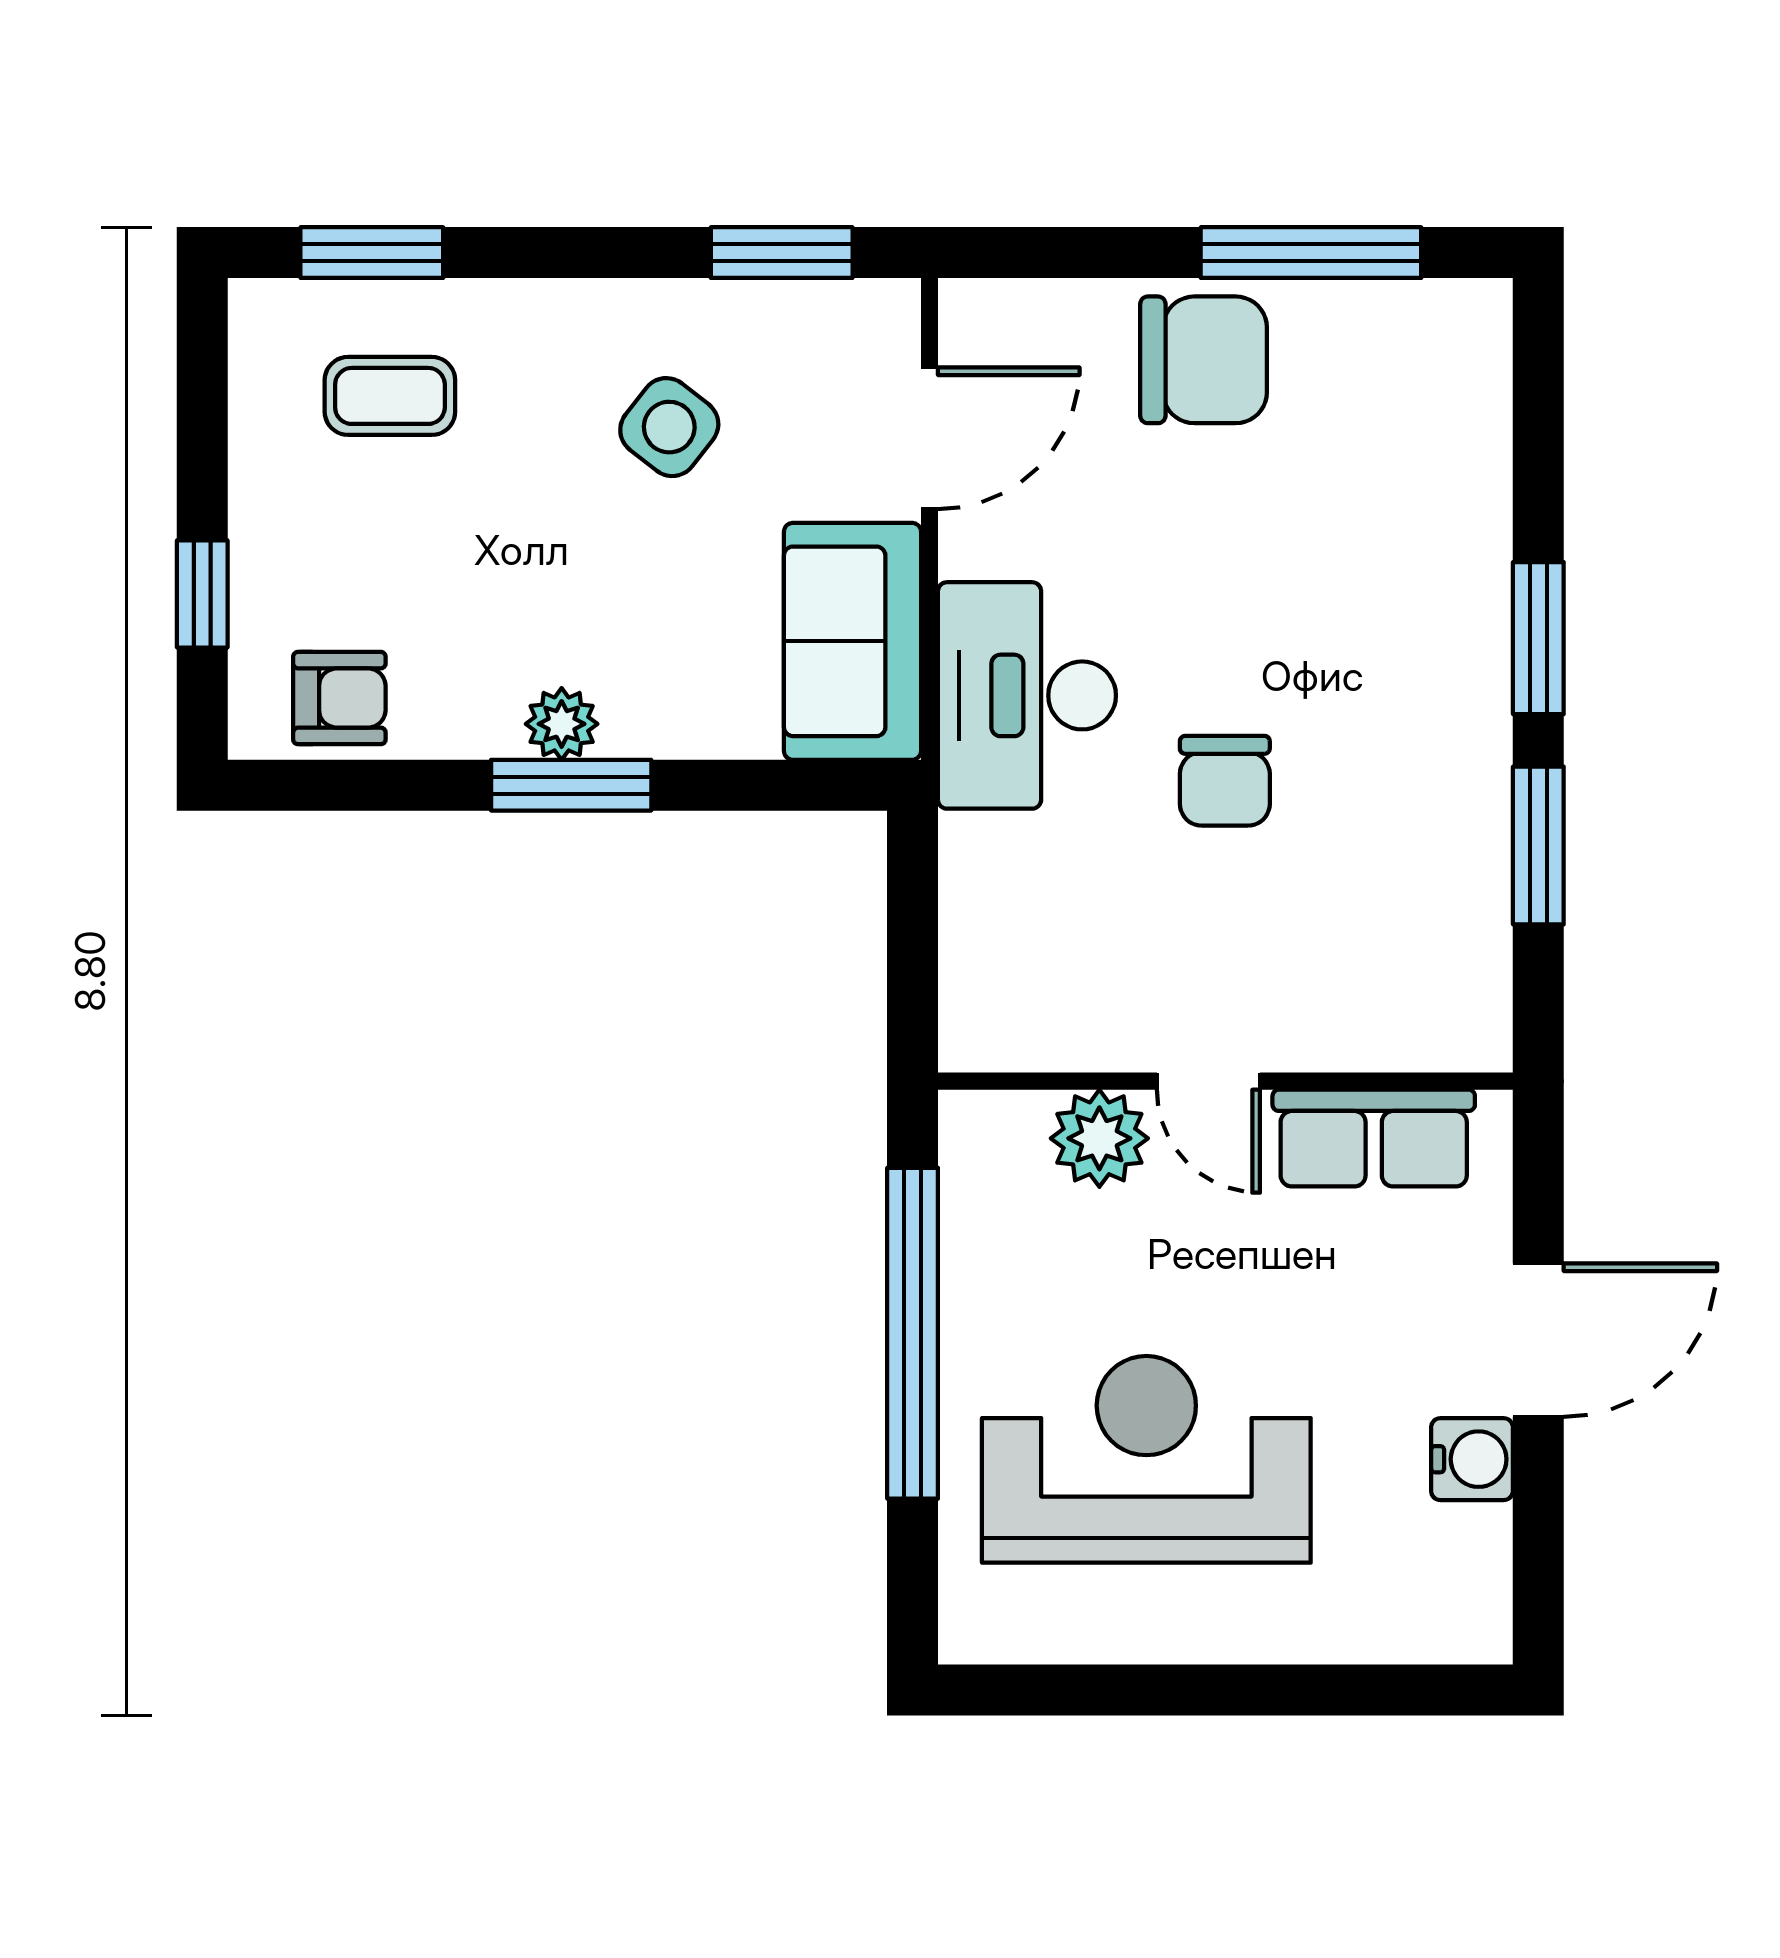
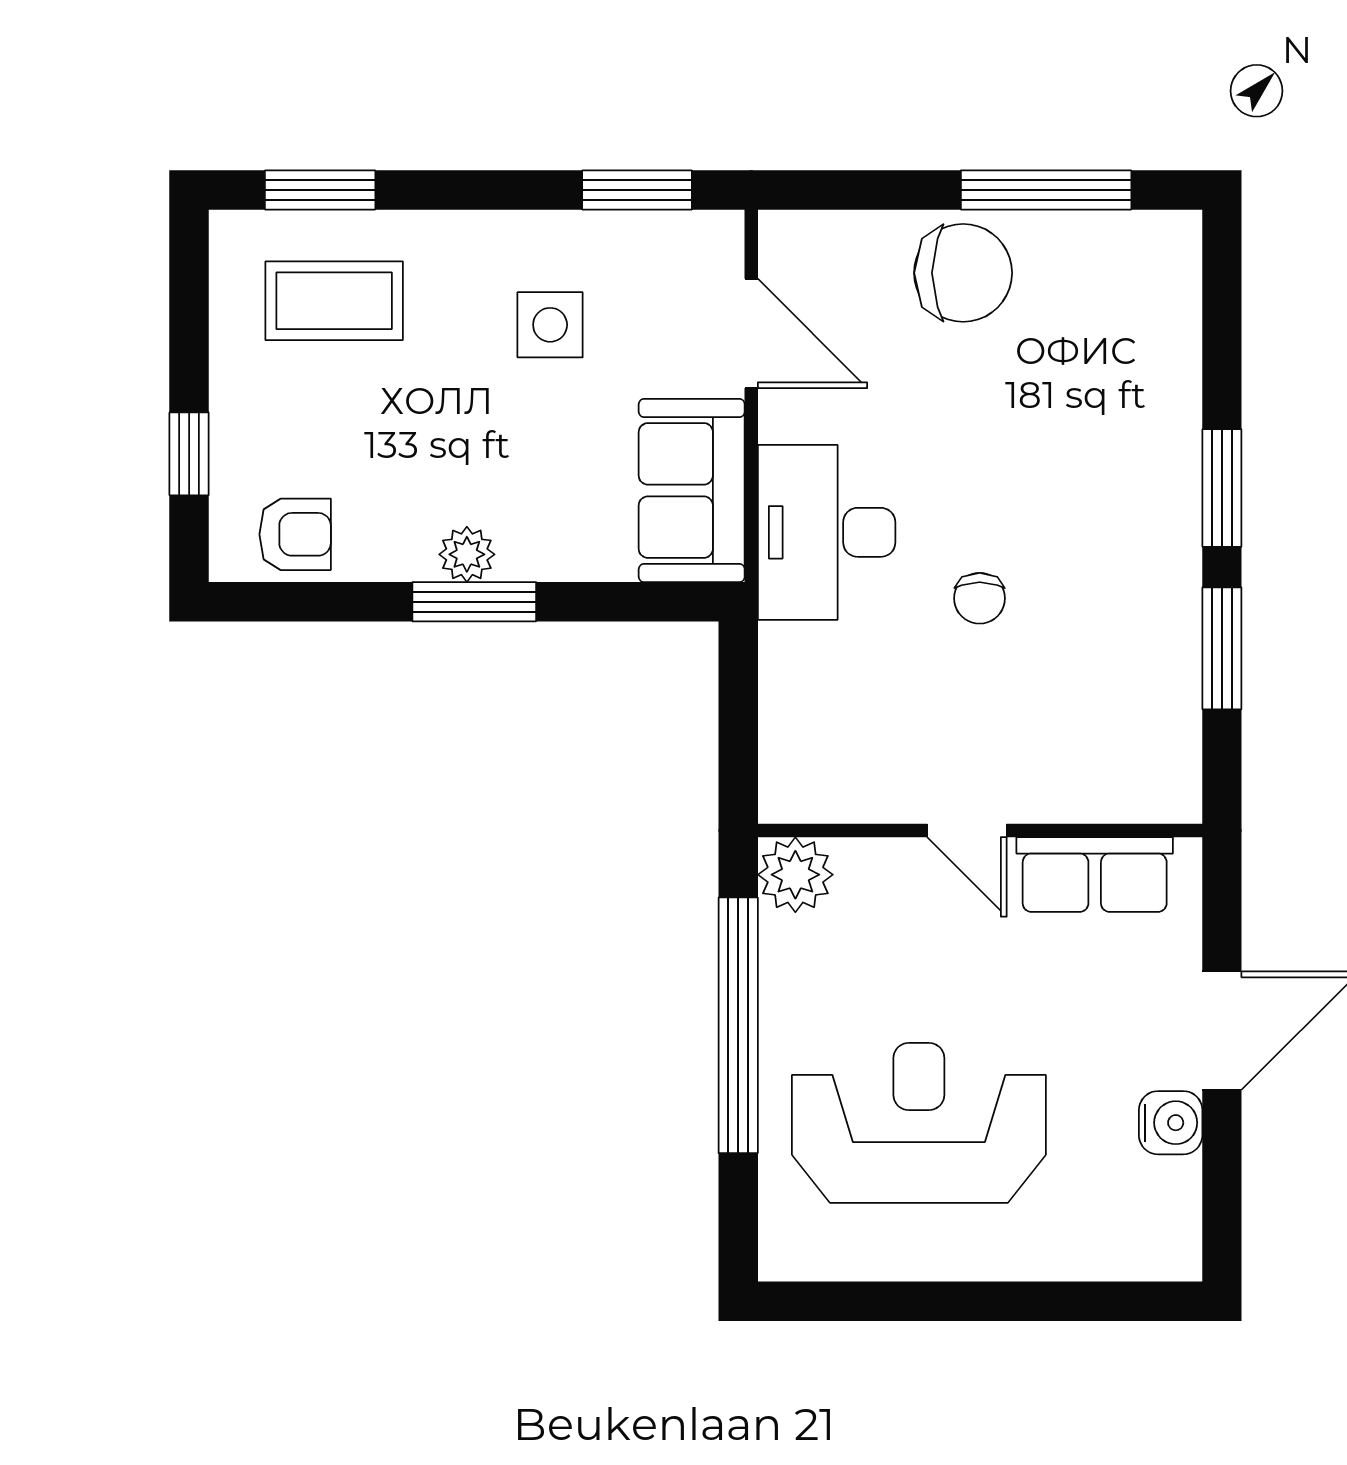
coffee table: (390, 396) -> (334, 301), width x1.36, depth x1.30
side table: (669, 427) -> (550, 325), turned -38
door: (929, 438) -> (751, 333), hinge flipped
chair: (1225, 781) -> (980, 598), width x0.73, depth x0.73
plant: (1099, 1138) -> (795, 875), moved

